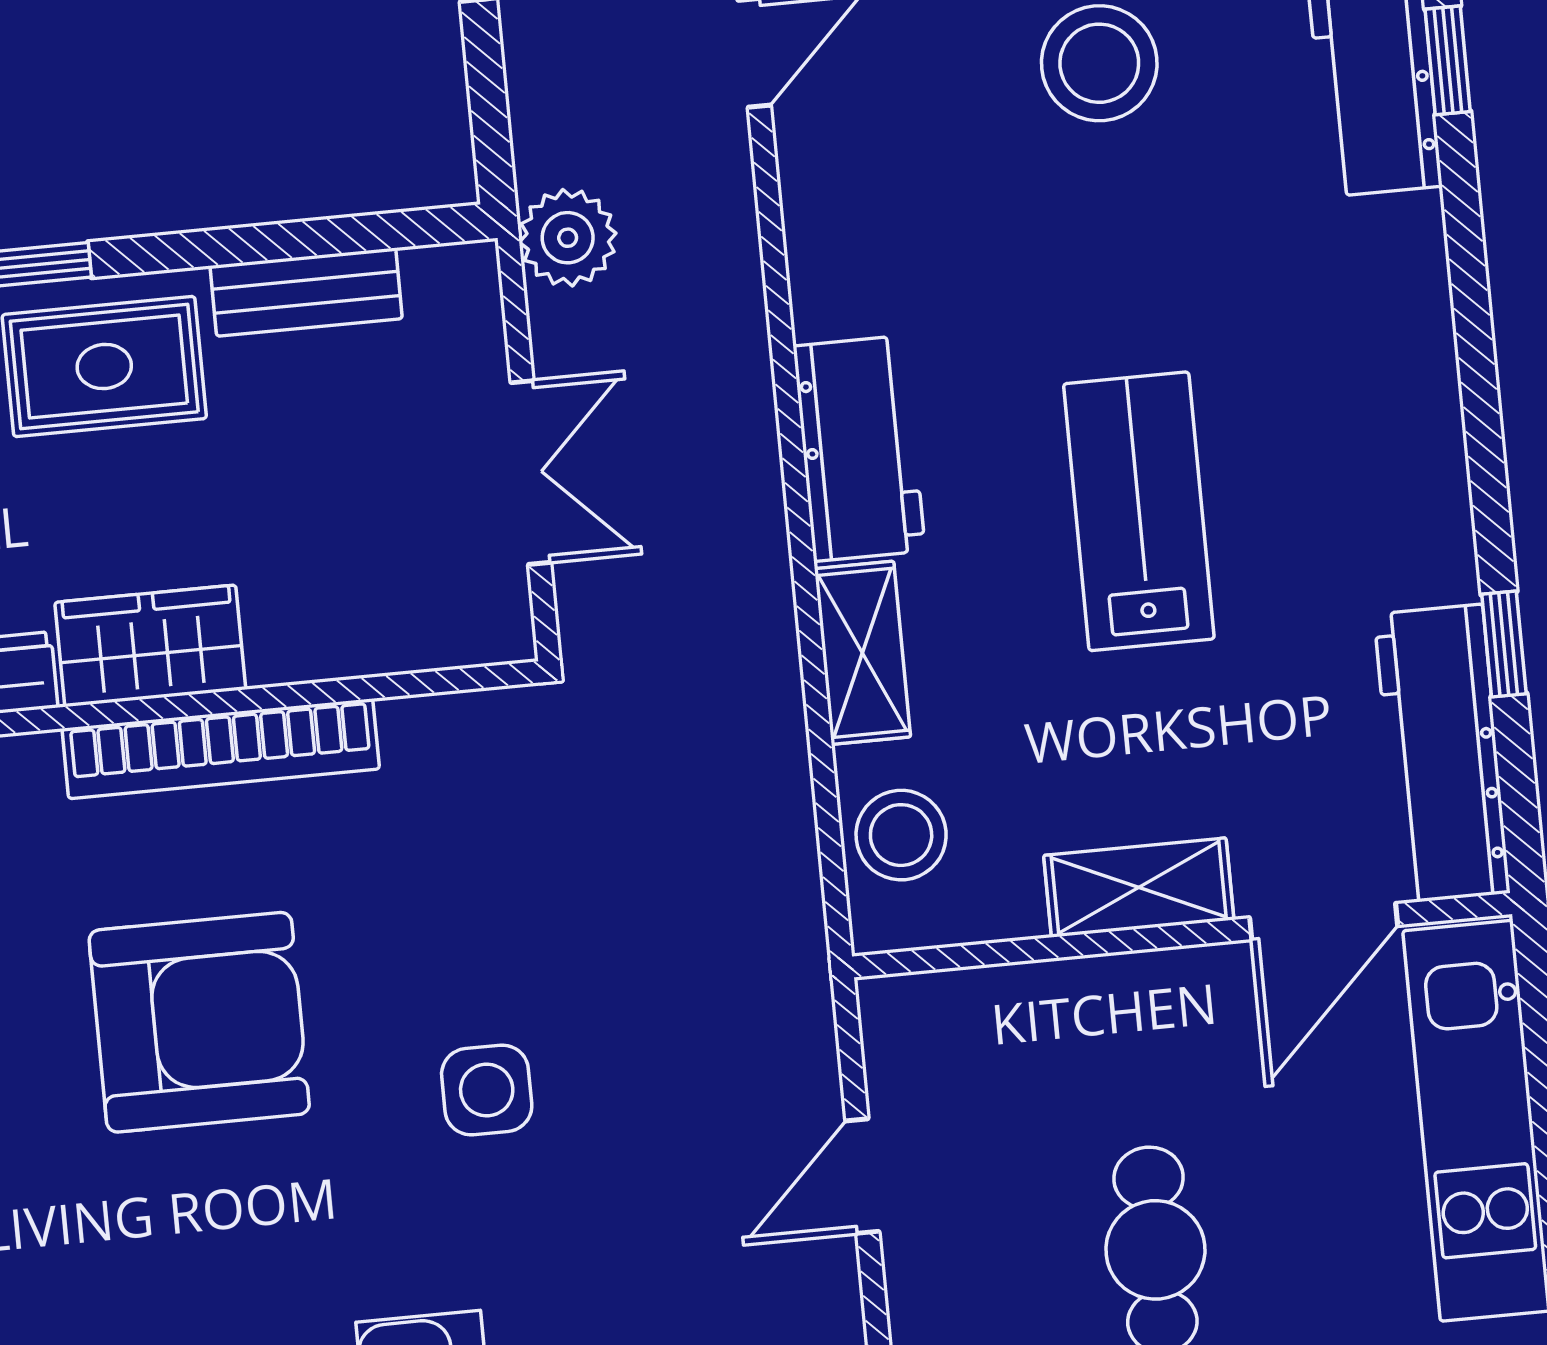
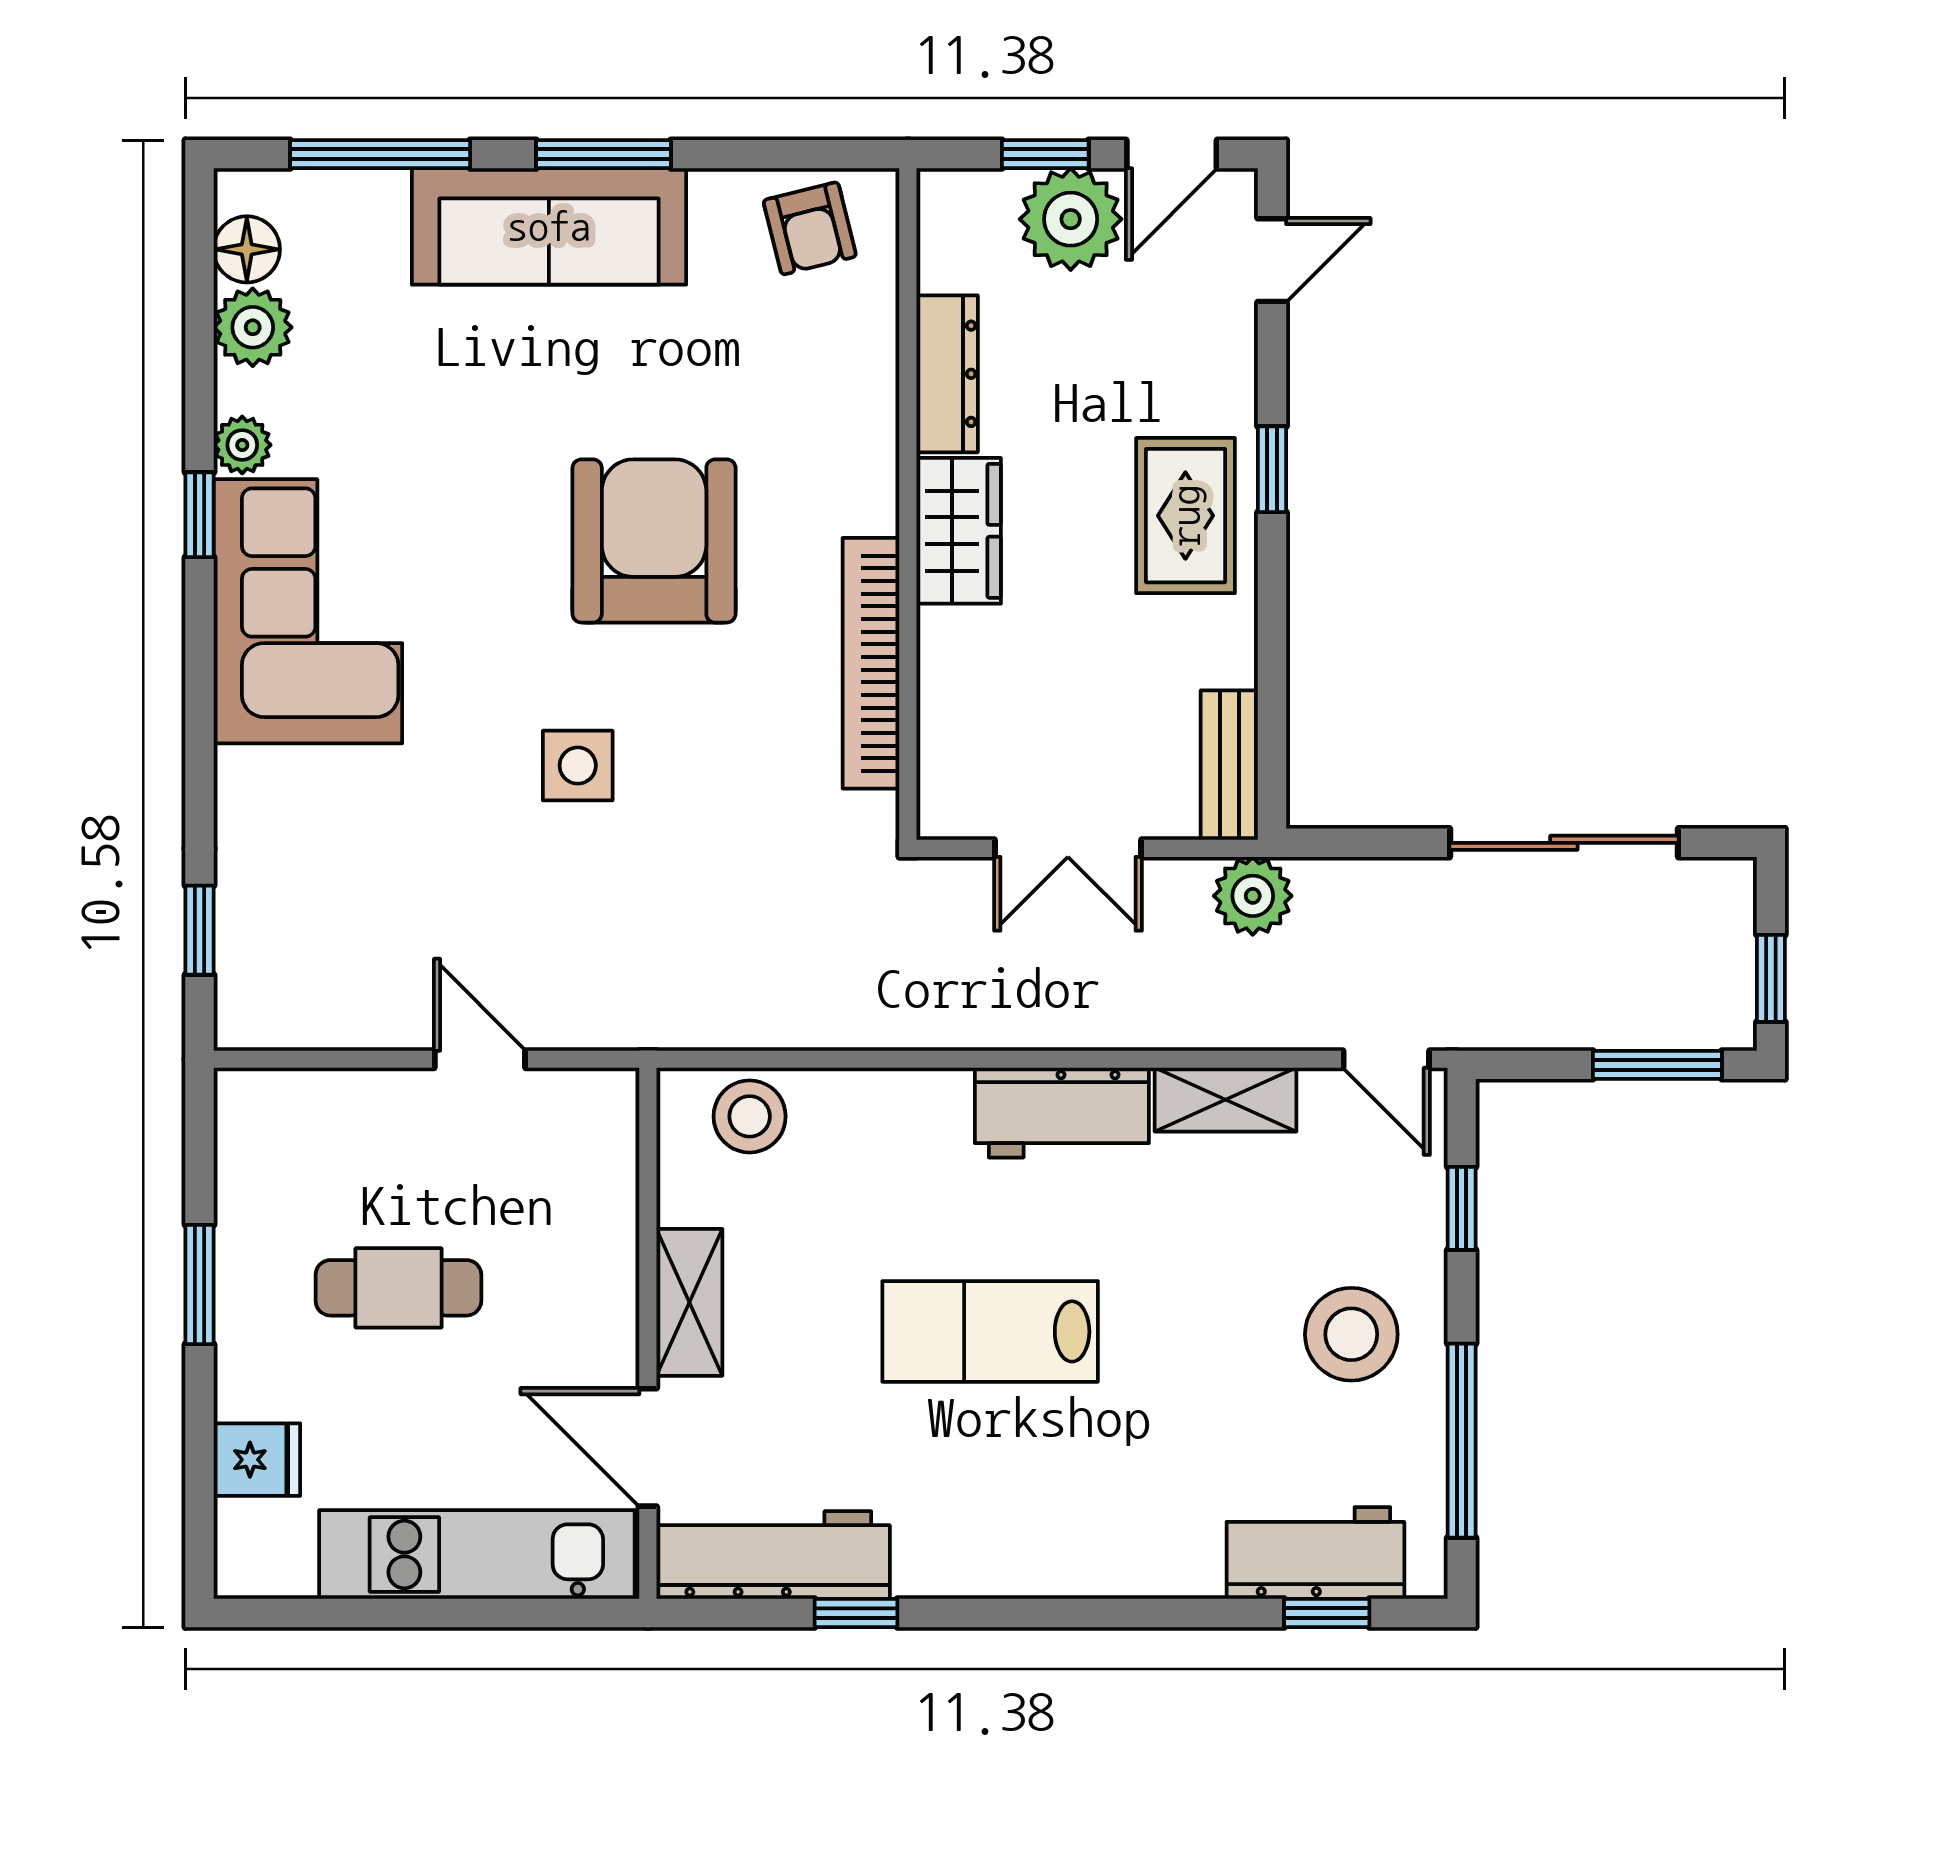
bench: (306, 292) -> (1229, 765), moved
lab bench: (1139, 511) -> (990, 1331), turned 180
shelving: (862, 653) -> (1226, 1100), moved
bookcase: (221, 749) -> (871, 663), moved
armchair: (199, 1022) -> (654, 541), turned 180

